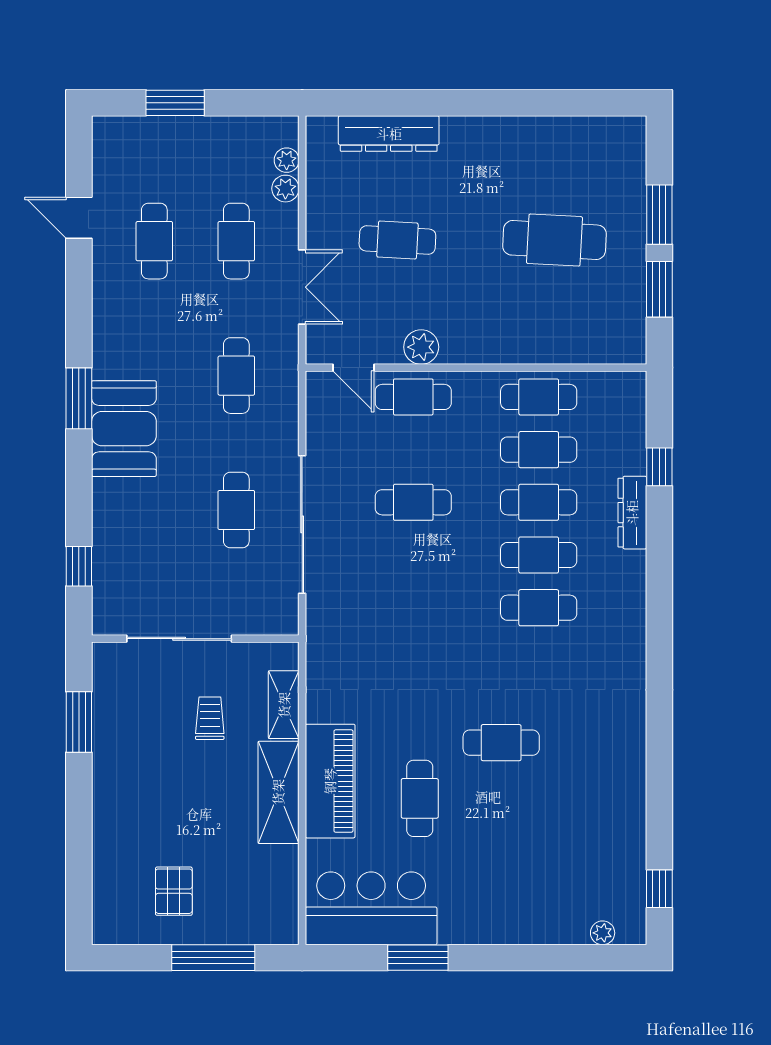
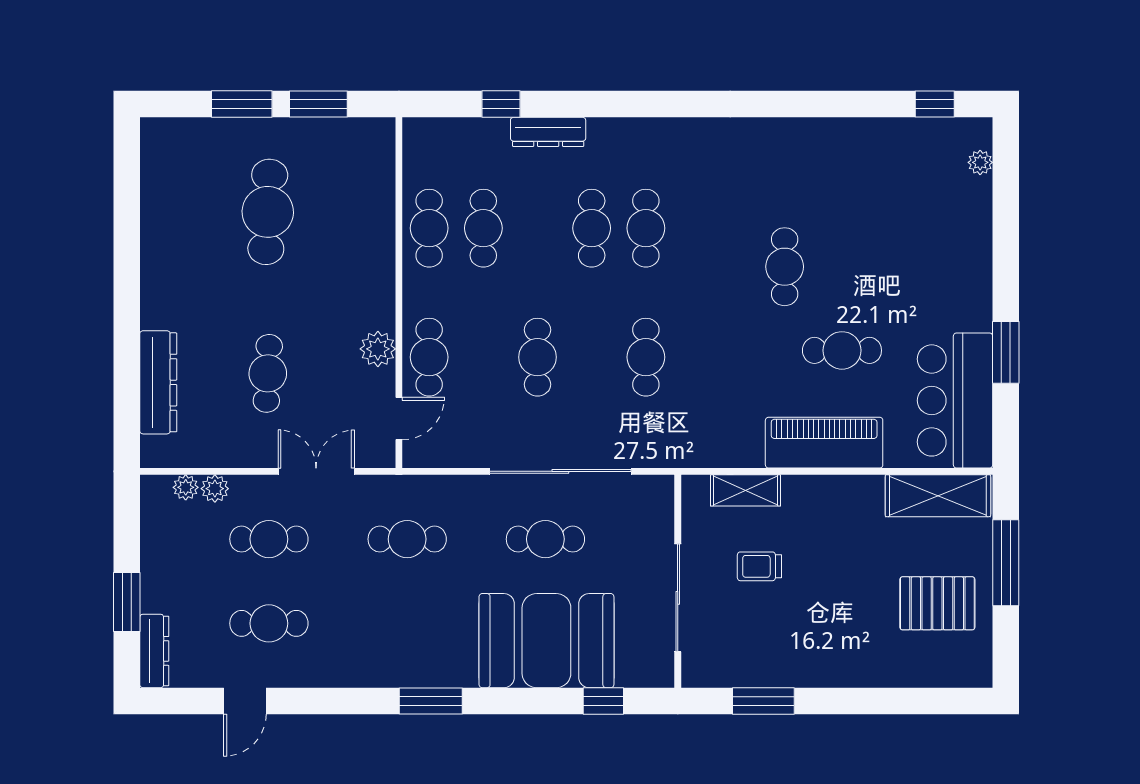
dresser: (127, 130) -> (154, 651), added
booth: (124, 429) -> (546, 641), moved, width x1.36, depth x1.42
cafe table: (539, 502) -> (646, 357), moved
shelving: (278, 792) -> (938, 496), moved
pallet: (174, 891) -> (937, 603), width x1.50, depth x1.42

